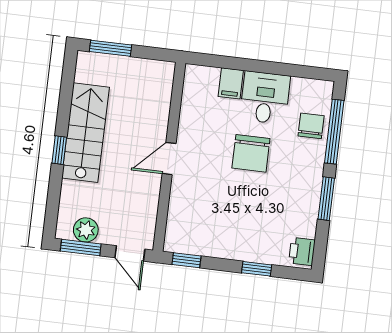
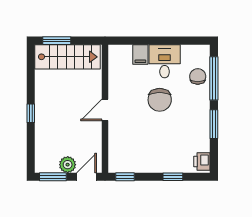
stairs: (86, 133) -> (67, 57), moved, turned 90
plant: (86, 230) -> (68, 165), moved
door: (130, 253) -> (87, 177), swing flipped

